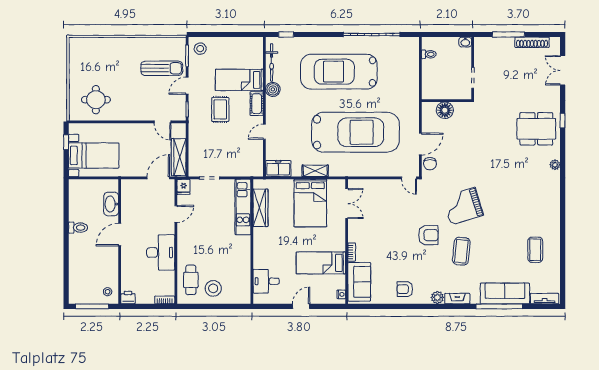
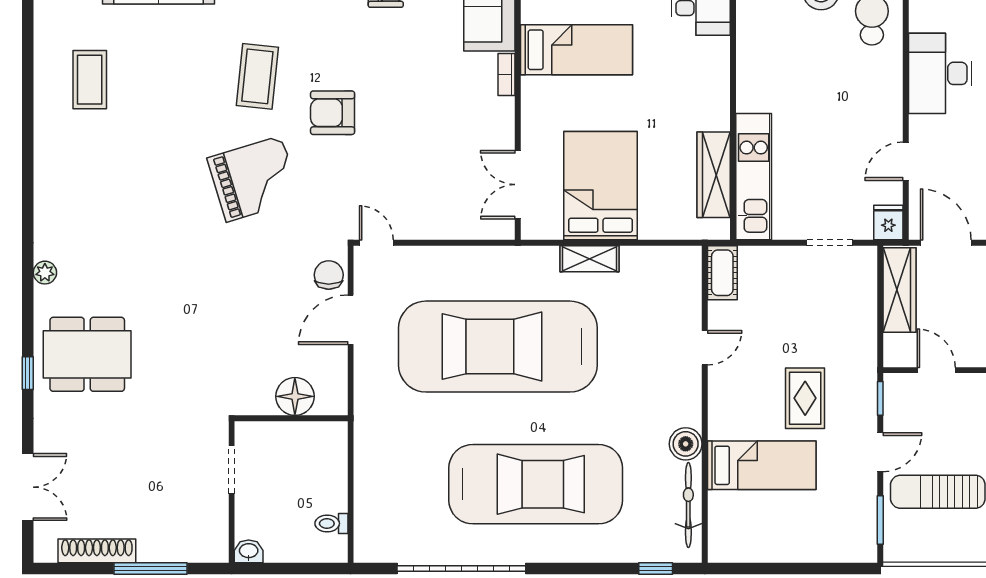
stool: (200, 49) -> (851, 536), removed
cot: (257, 104) -> (722, 273), moved
freezer: (278, 169) -> (673, 264), removed
door: (158, 178) -> (946, 243), swing flipped

